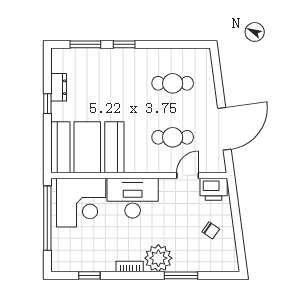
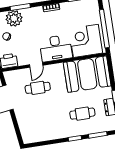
cafe table: (173, 83) -> (82, 114), moved
door: (188, 175) -> (36, 65), moved
plant: (158, 258) -> (14, 18), moved

